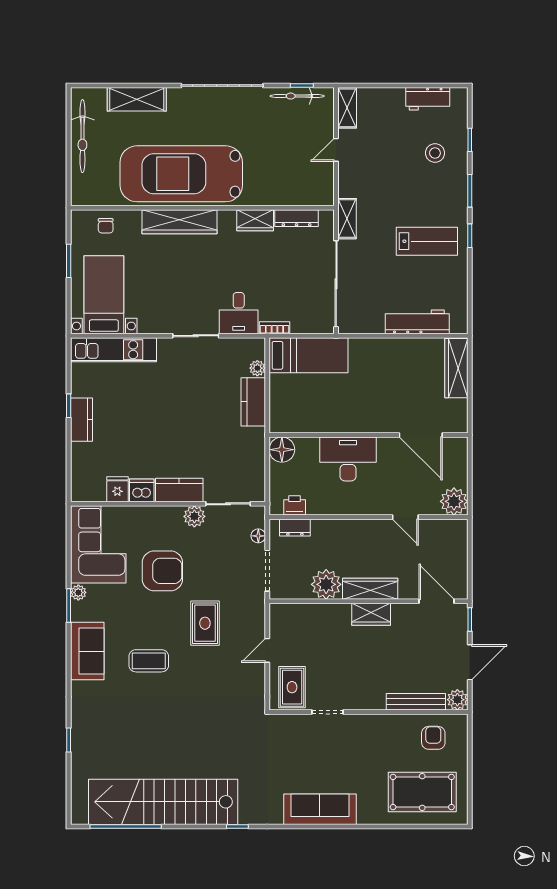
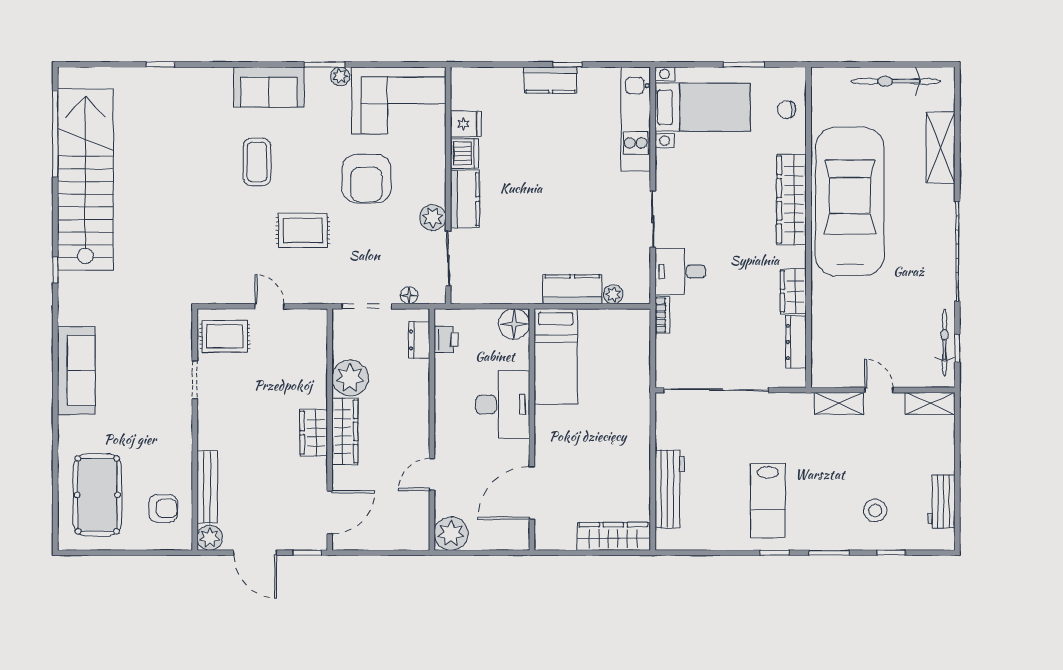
shelving: (347, 219) -> (839, 403), moved
bed: (308, 355) -> (556, 356), moved

